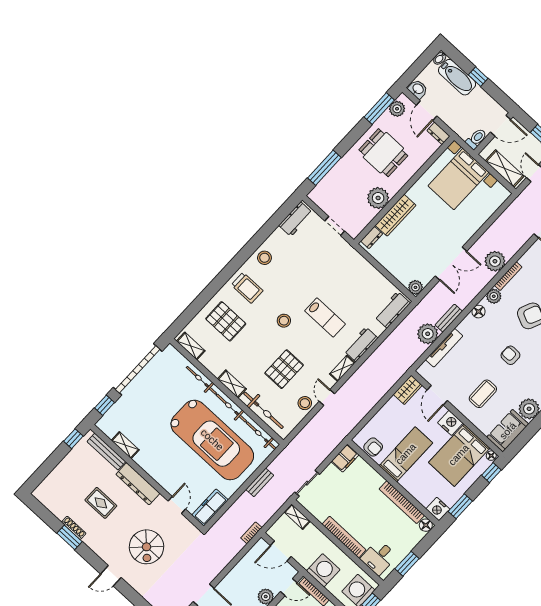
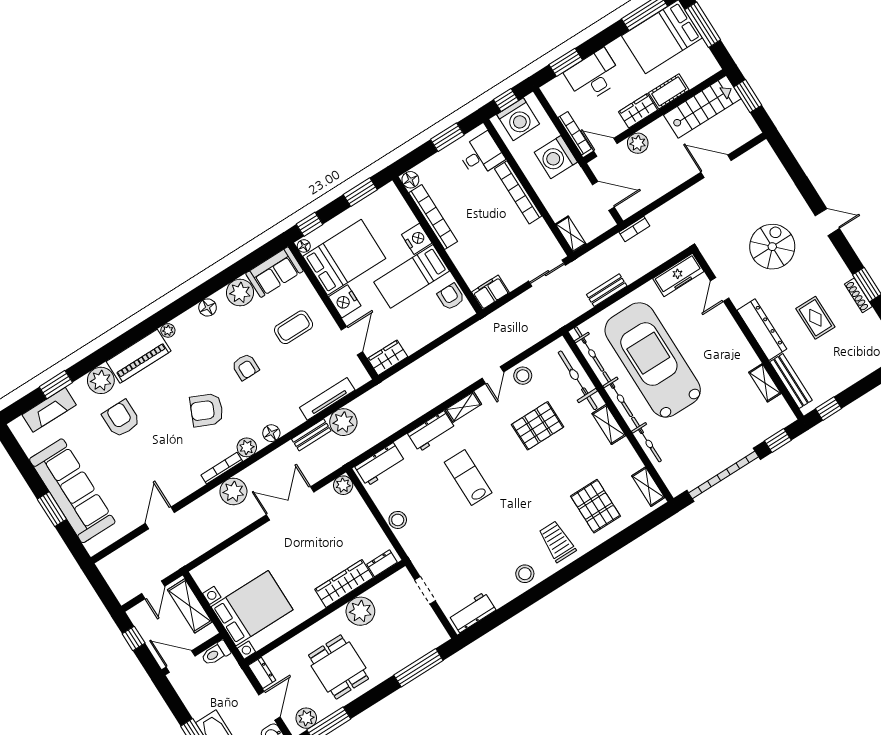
stool: (284, 321) -> (398, 520), moved
nightstand: (438, 509) -> (417, 239), moved

